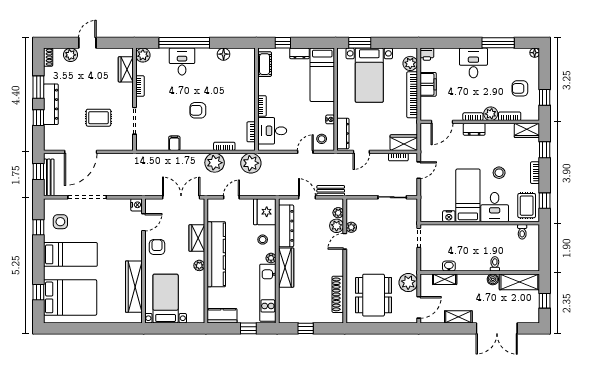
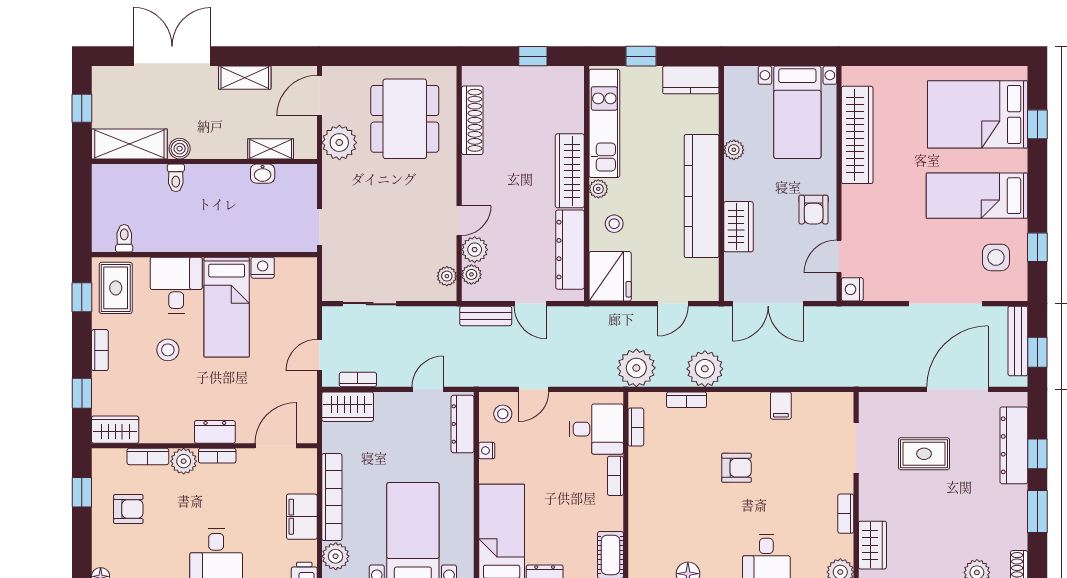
dresser: (51, 104) -> (1014, 445), moved
plant: (351, 227) -> (447, 276), moved
plant: (199, 265) -> (734, 150), moved

